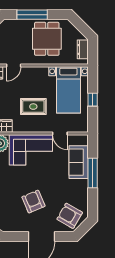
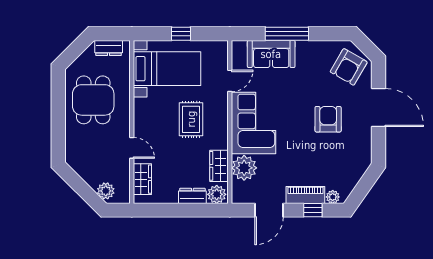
window: (32, 15) -> (58, 121), removed
dining table: (47, 39) -> (93, 100), turned 90
armchair: (33, 202) -> (328, 119), turned 113

